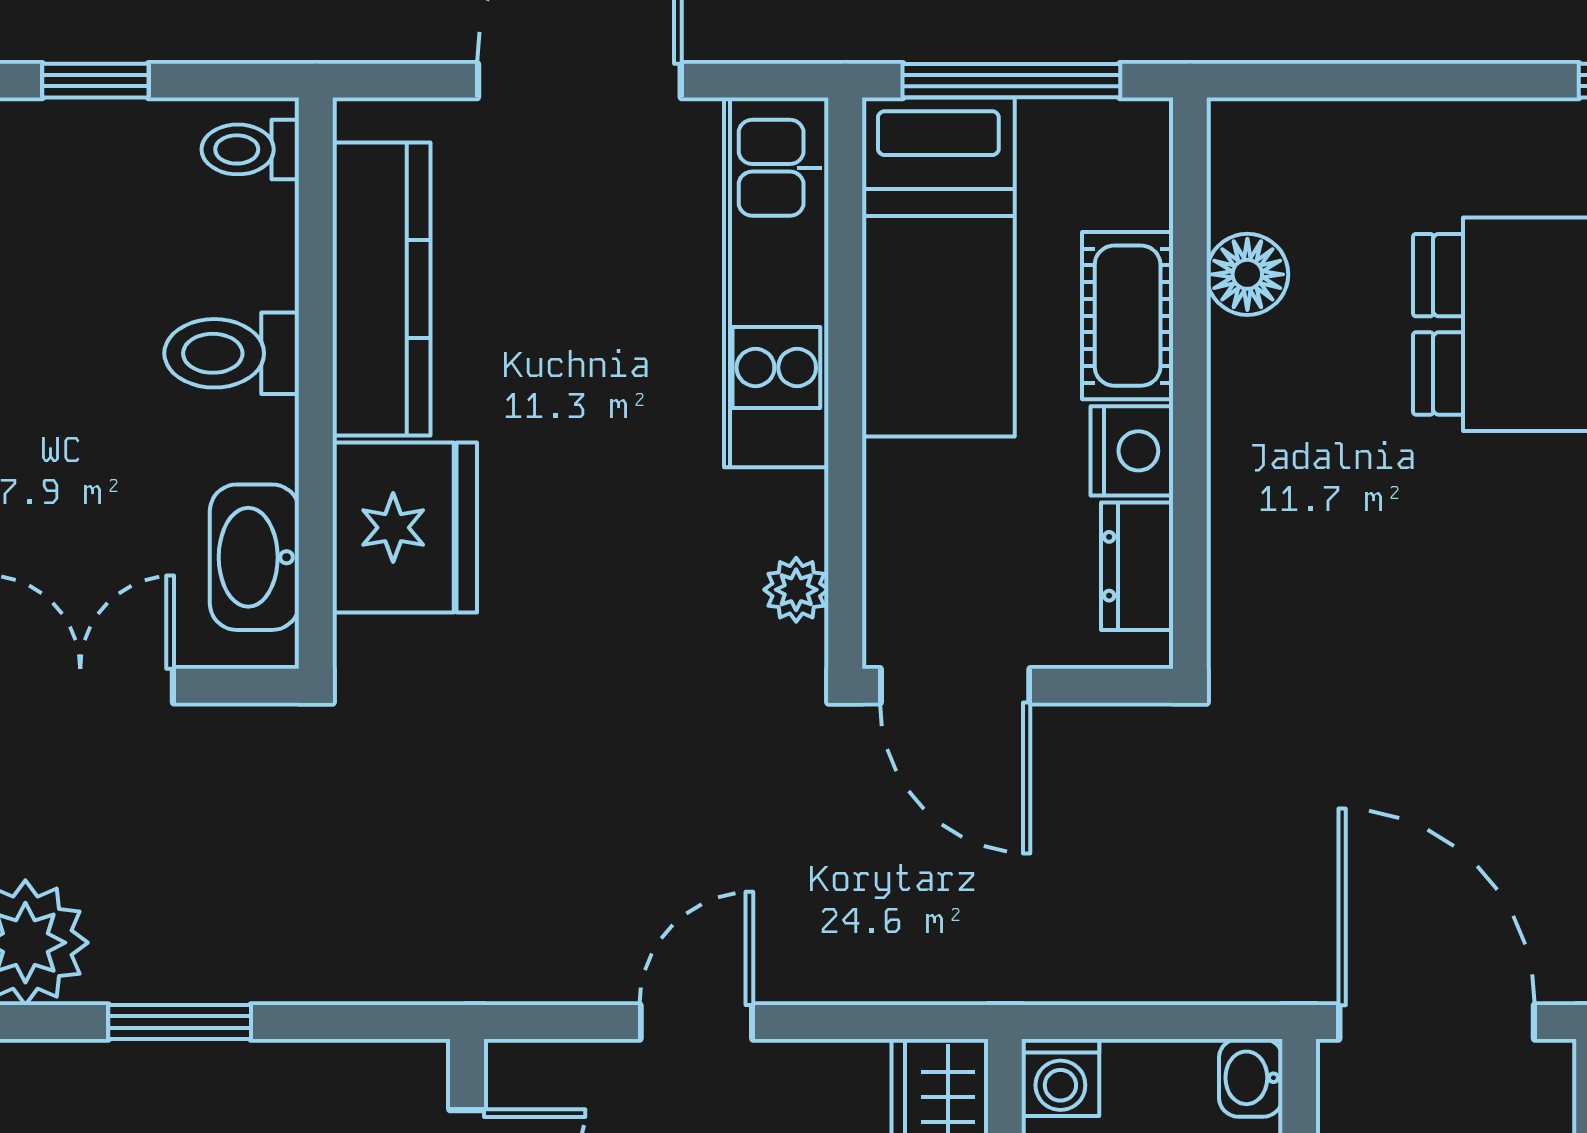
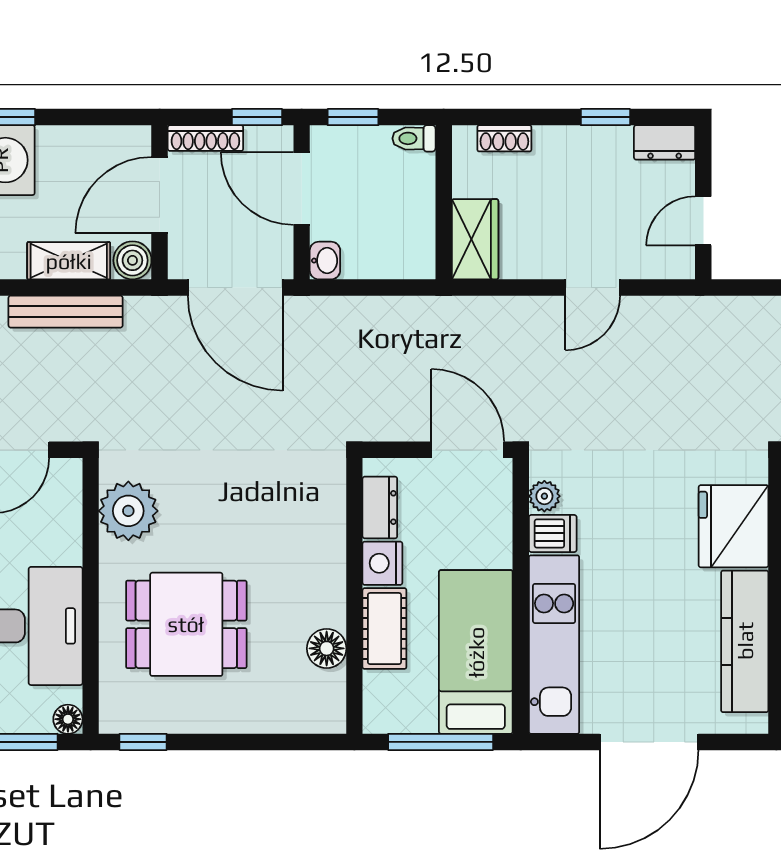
dishwasher: (779, 512) -> (553, 533), added
washing machine: (1060, 1077) -> (417, 261), removed

